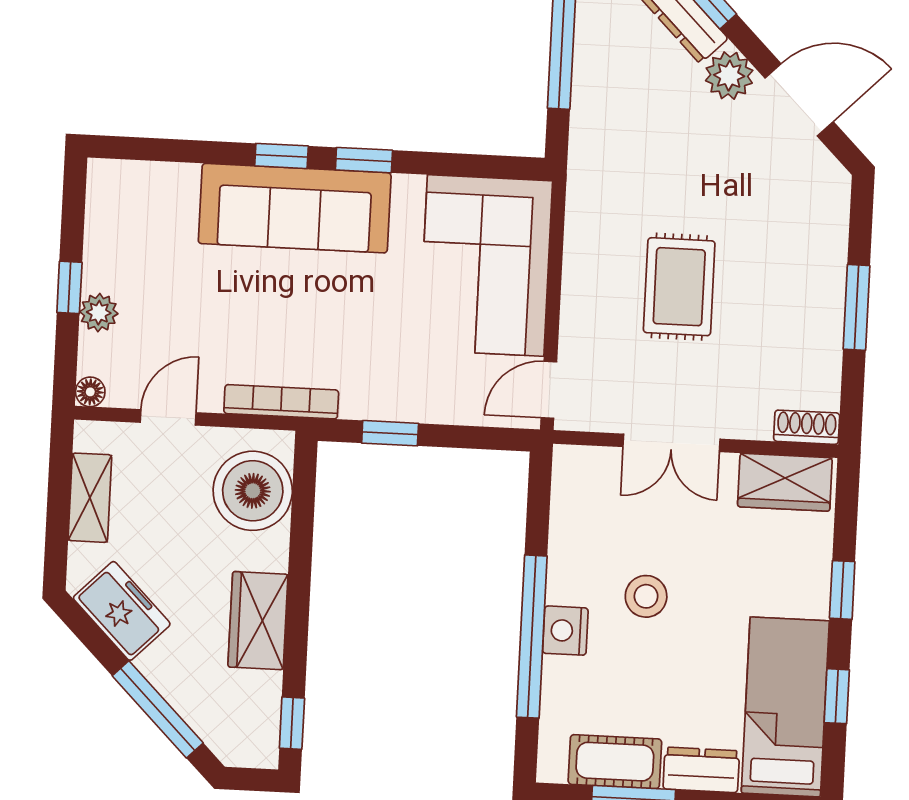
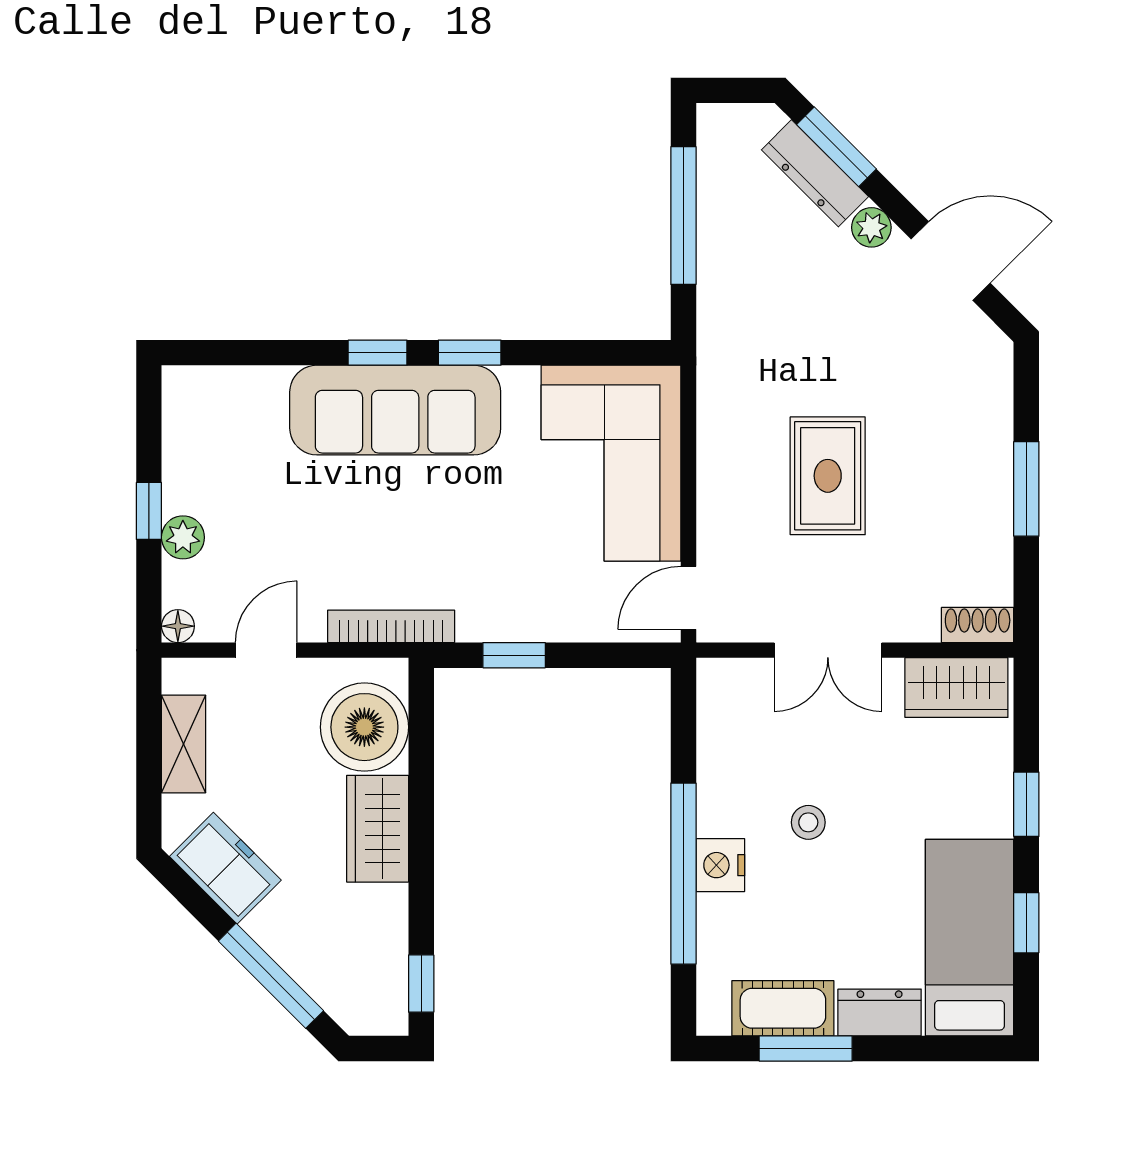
plant: (729, 76) -> (871, 227), width x0.73, depth x0.73
stool: (646, 596) -> (808, 822), width x0.73, depth x0.73
wardrobe: (258, 621) -> (378, 829), moved

